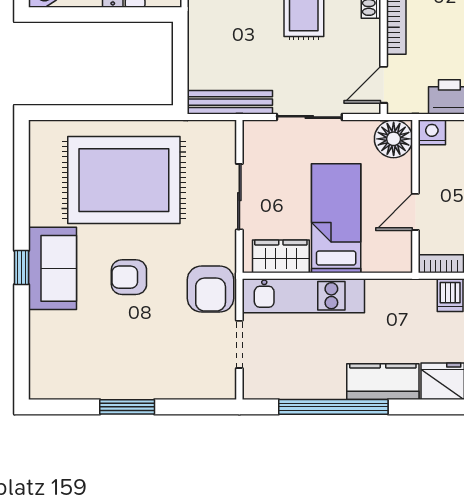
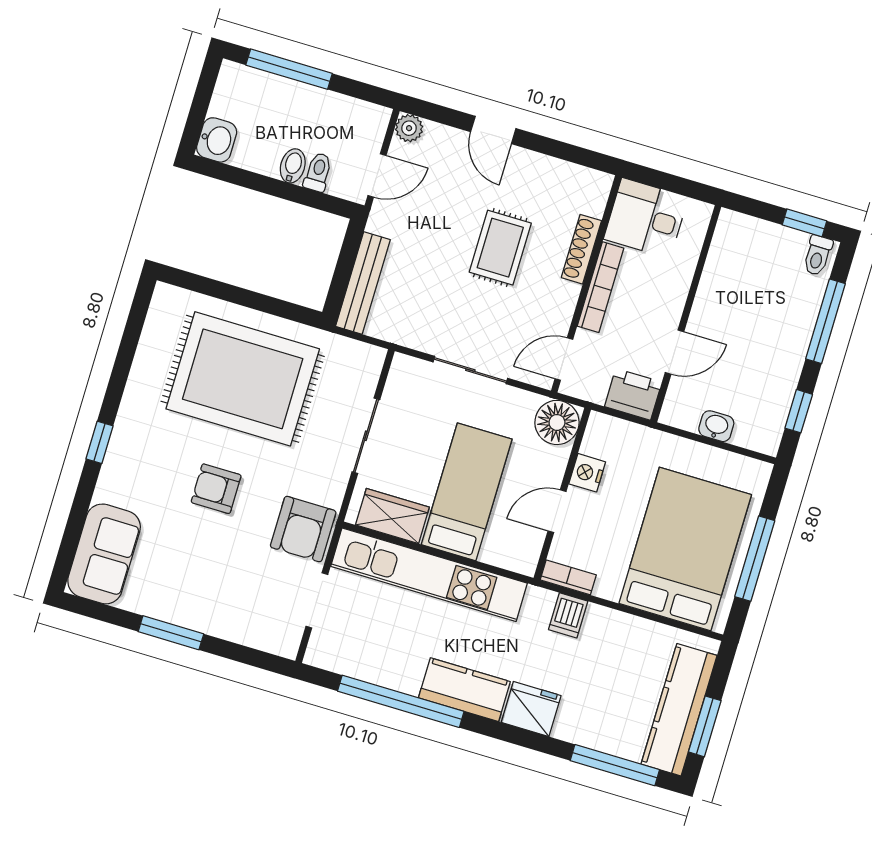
bench: (230, 102) -> (363, 283), moved, turned 90
nightstand: (432, 132) -> (587, 473), moved, turned -90
sofa: (53, 268) -> (104, 554), moved
kitchen unit: (303, 296) -> (429, 575), width x1.36

